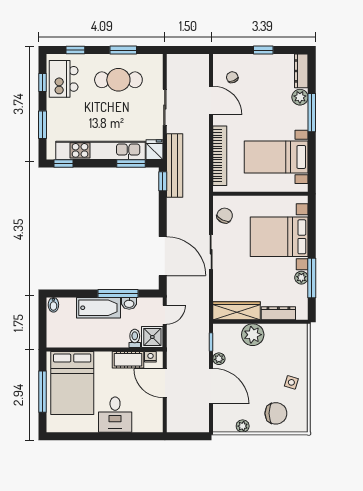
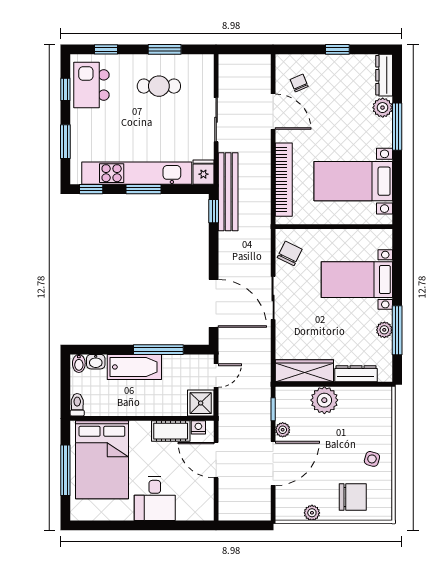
cafe table: (118, 80) -> (159, 86), width x0.73, depth x0.74
window: (131, 163) -> (143, 189), moved
bed with nightstands: (279, 237) -> (357, 280), width x0.73
washbasin: (129, 303) -> (96, 362), moved
toilet: (135, 338) -> (77, 405), moved
door: (211, 386) -> (273, 463), hinge flipped

